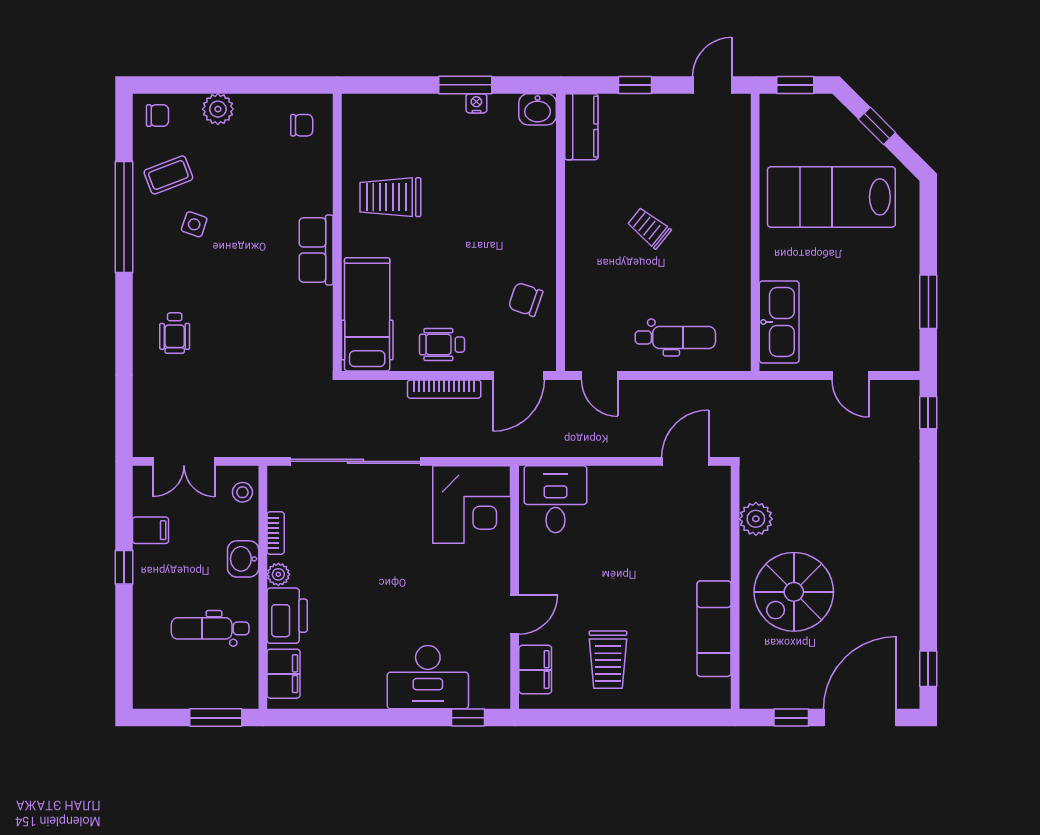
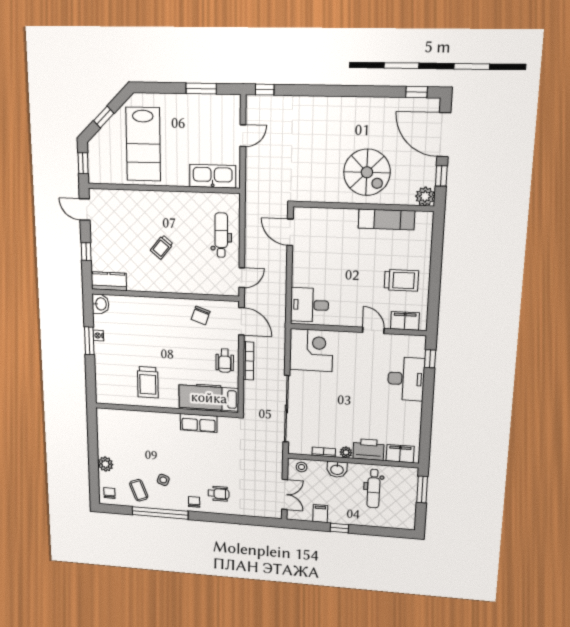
chair: (302, 125) -> (194, 502), moved
row of seats: (316, 250) -> (199, 423), moved
plant: (756, 519) -> (425, 196), moved

